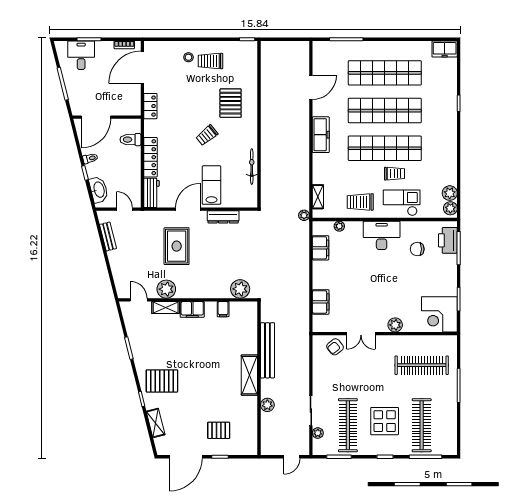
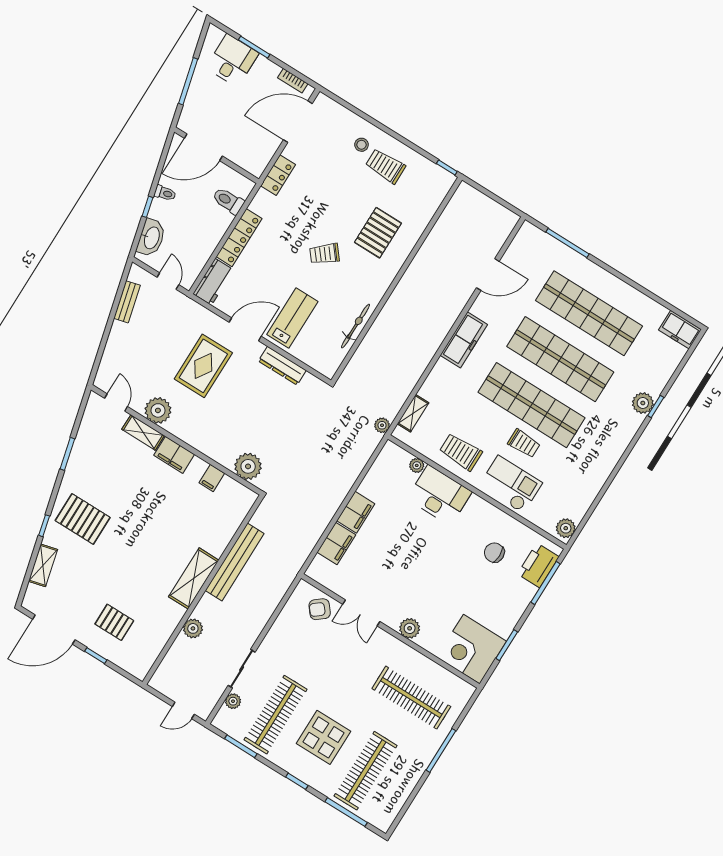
plant: (450, 193) -> (643, 403), moved
desk: (382, 235) -> (439, 495), moved
filing cabinet: (321, 248) -> (356, 512), moved

